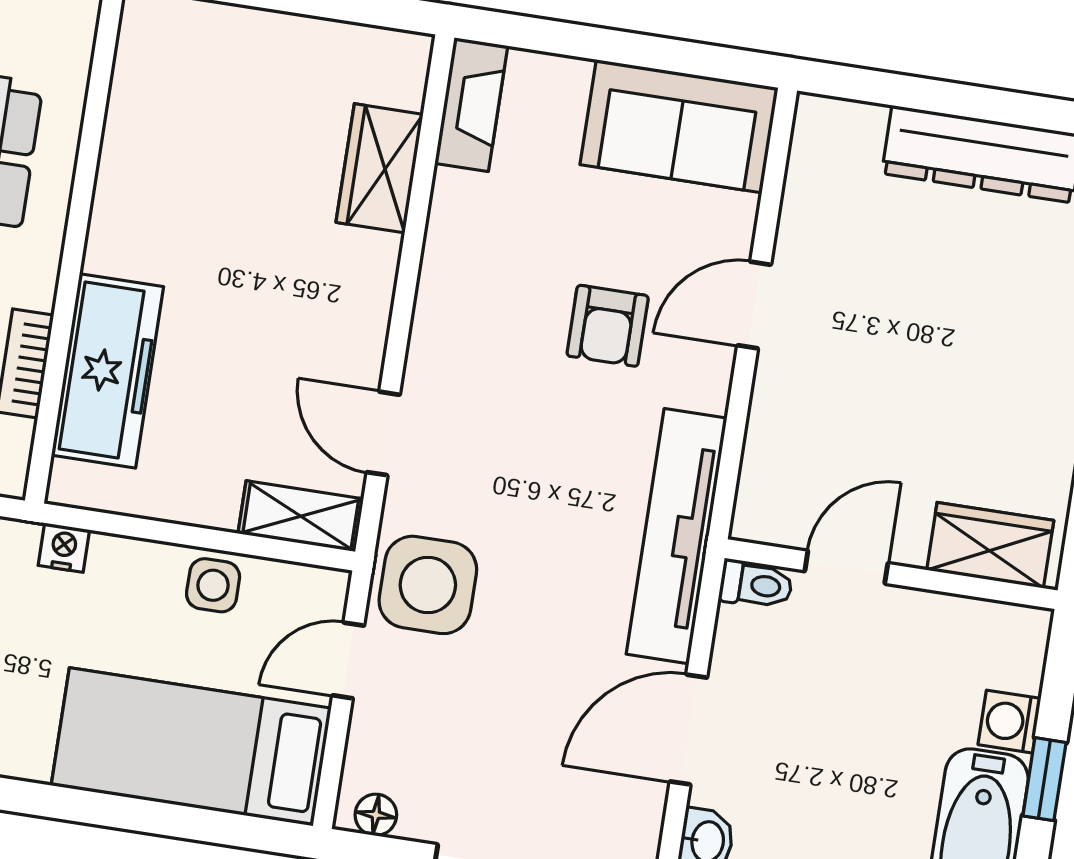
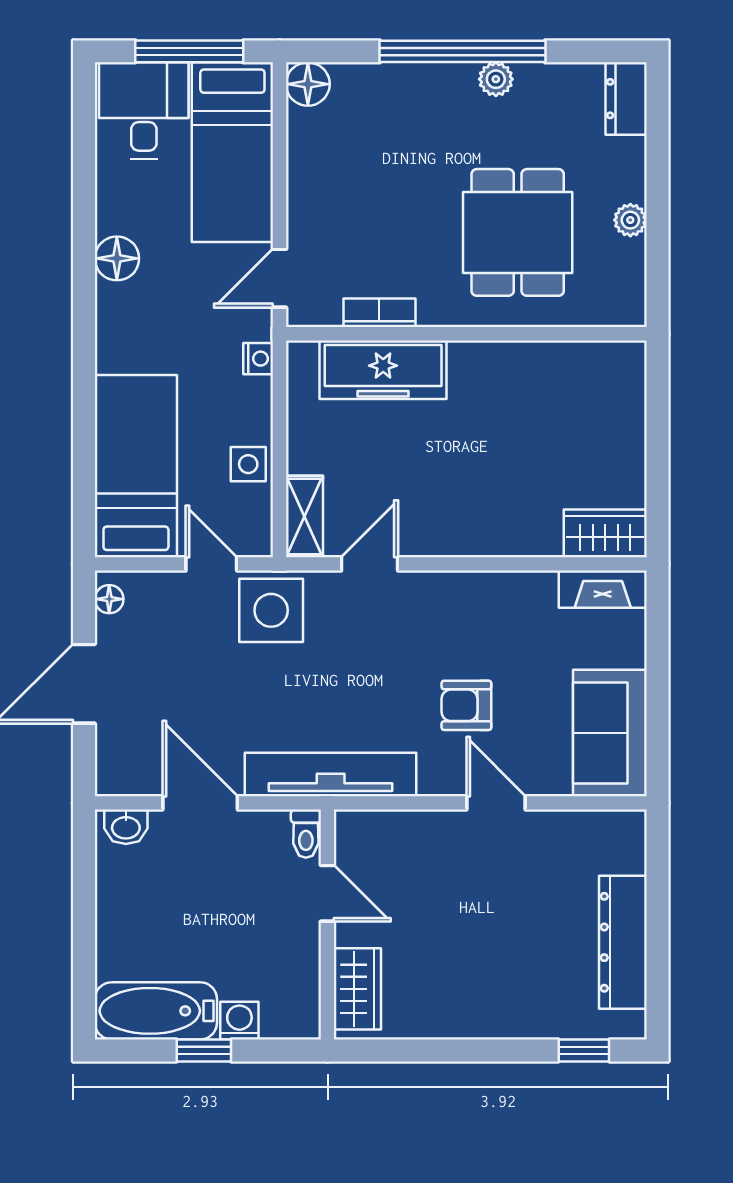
wardrobe: (380, 168) -> (605, 533), moved

